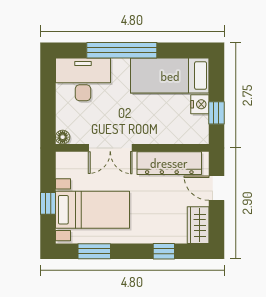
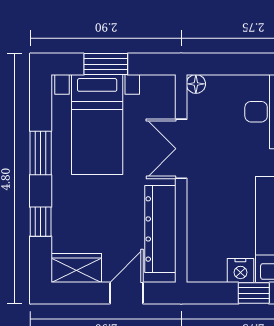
window: (216, 113) -> (254, 293), moved
window: (48, 203) -> (106, 64), width x1.50
window: (94, 251) -> (41, 153), moved

